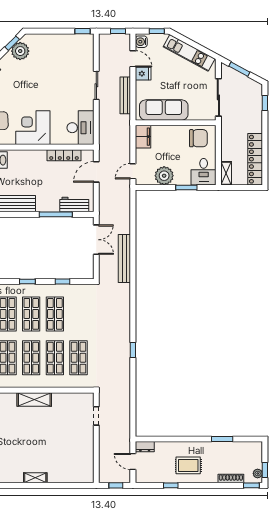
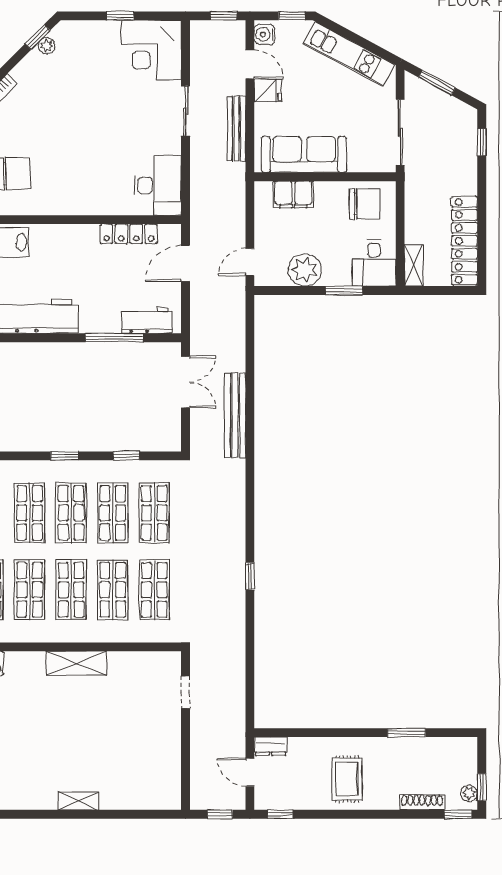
window: (83, 31) -> (120, 16), moved
plant: (20, 51) -> (47, 46), width x0.53, depth x0.53
corner desk: (33, 128) -> (151, 50), moved, turned -90
filing cabinet: (143, 137) -> (293, 194), moved, turned 90
shop shelf: (79, 314) -> (154, 513), added
rug: (188, 465) -> (347, 779), turned 90
window: (171, 485) -> (280, 814), moved

